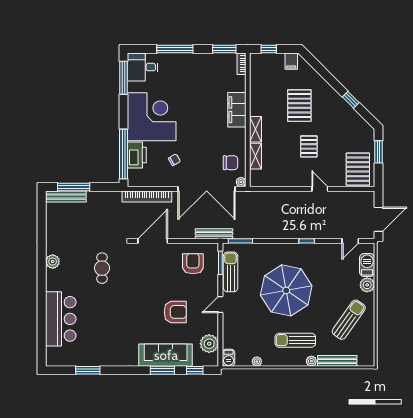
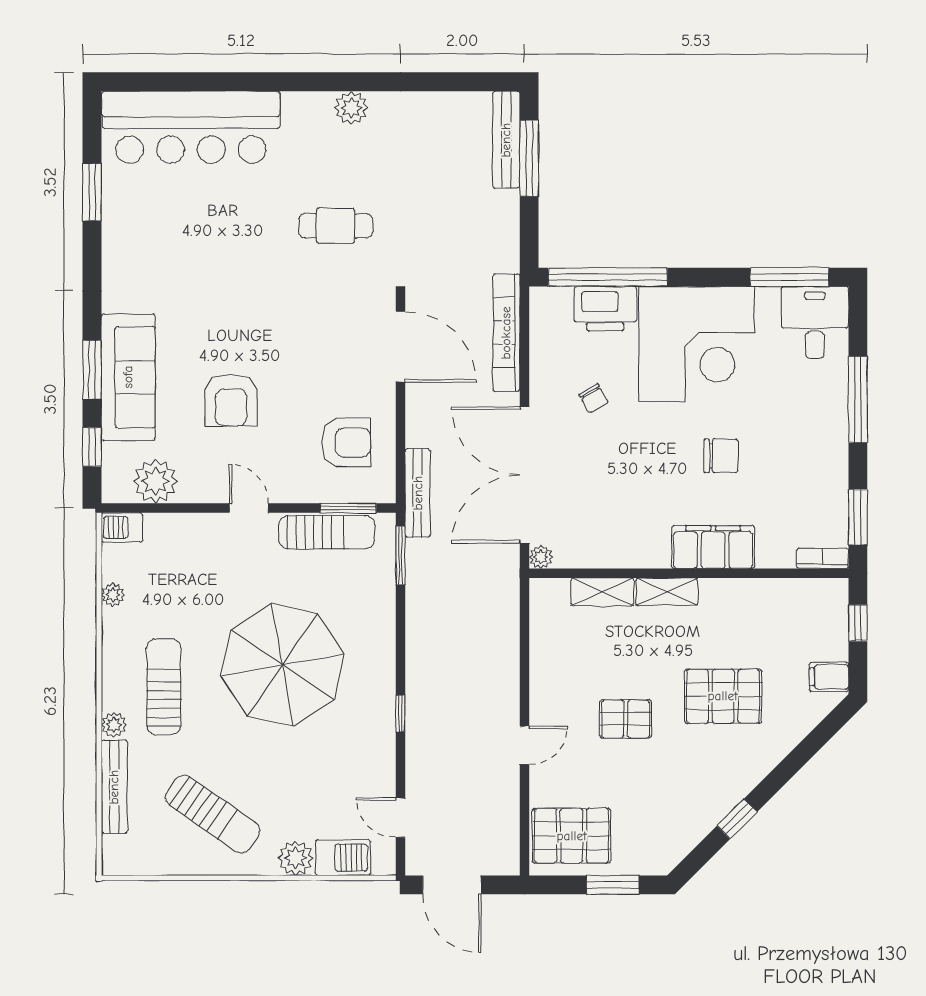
chair: (230, 163) -> (721, 456), moved, turned -90
bar counter: (61, 319) -> (191, 127), width x1.36

